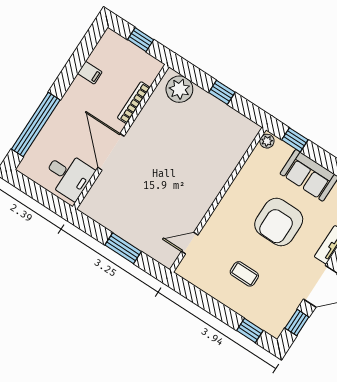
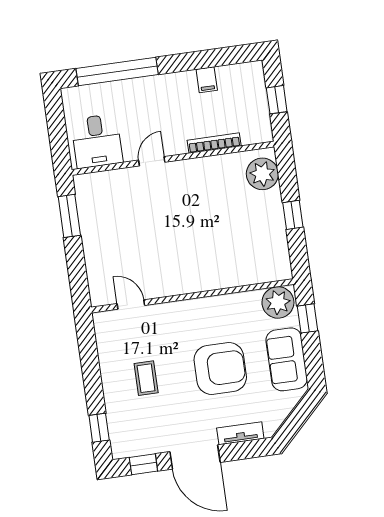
plant: (267, 141) -> (278, 302), width x1.88, depth x1.88
door: (111, 152) -> (152, 161), width x0.53
armchair: (279, 222) -> (220, 368), turned 180
window: (123, 248) -> (69, 216), moved

